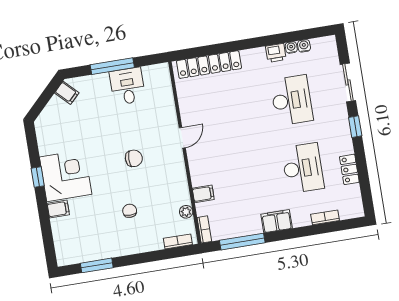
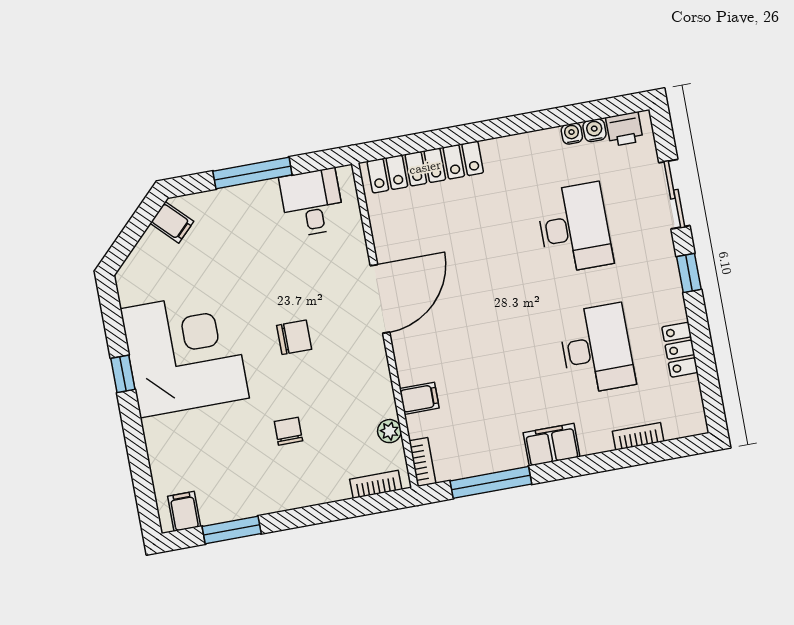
printer: (276, 53) -> (624, 129), moved
desk: (127, 86) -> (312, 203), moved
door: (182, 138) -> (380, 299), width x1.88
corner desk: (66, 176) -> (185, 353), width x1.36, depth x1.36
filing cabinet: (58, 209) -> (184, 511), moved, turned -90

